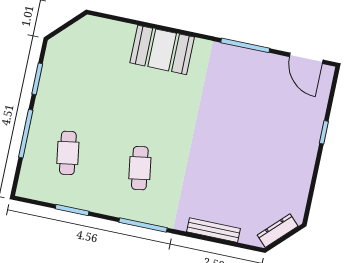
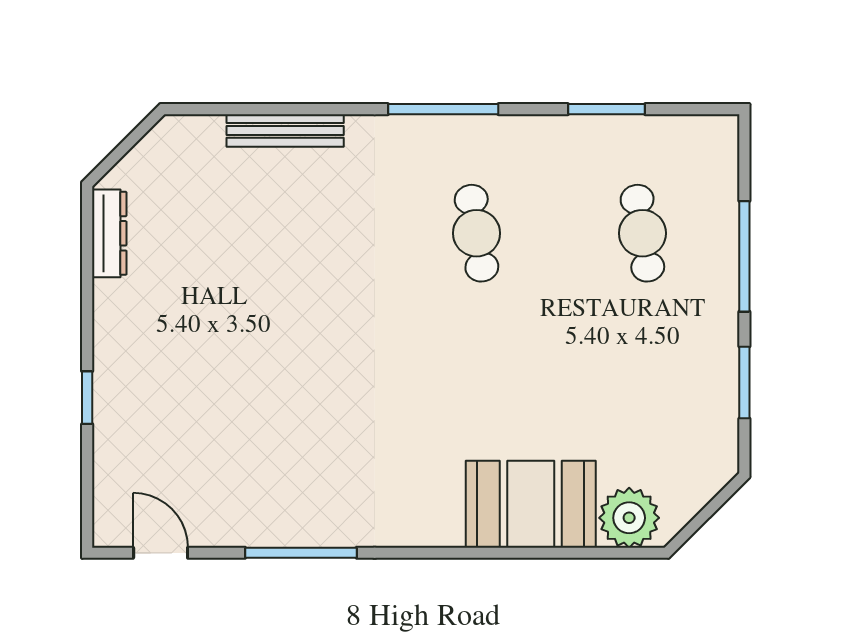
plant: (100, 31) -> (629, 518), added
booth: (162, 50) -> (531, 504), moved
door: (306, 58) -> (161, 553), width x0.73
dresser: (278, 231) -> (109, 233), moved, turned -45

